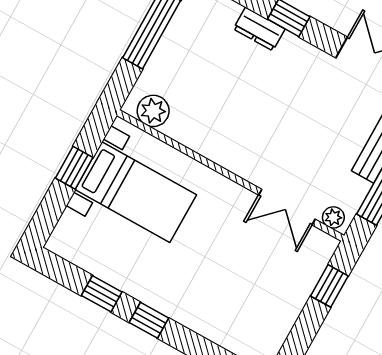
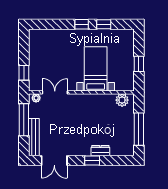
bed with nightstands: (136, 192) -> (96, 69), moved, turned 90

